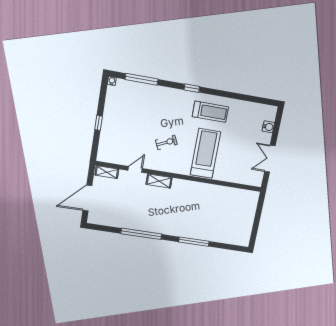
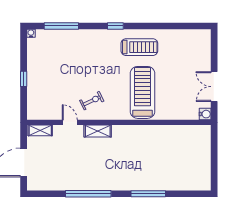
water cooler: (268, 127) -> (205, 114), moved
exercise bike: (166, 142) -> (92, 101), moved
door: (135, 169) -> (70, 122), hinge flipped

